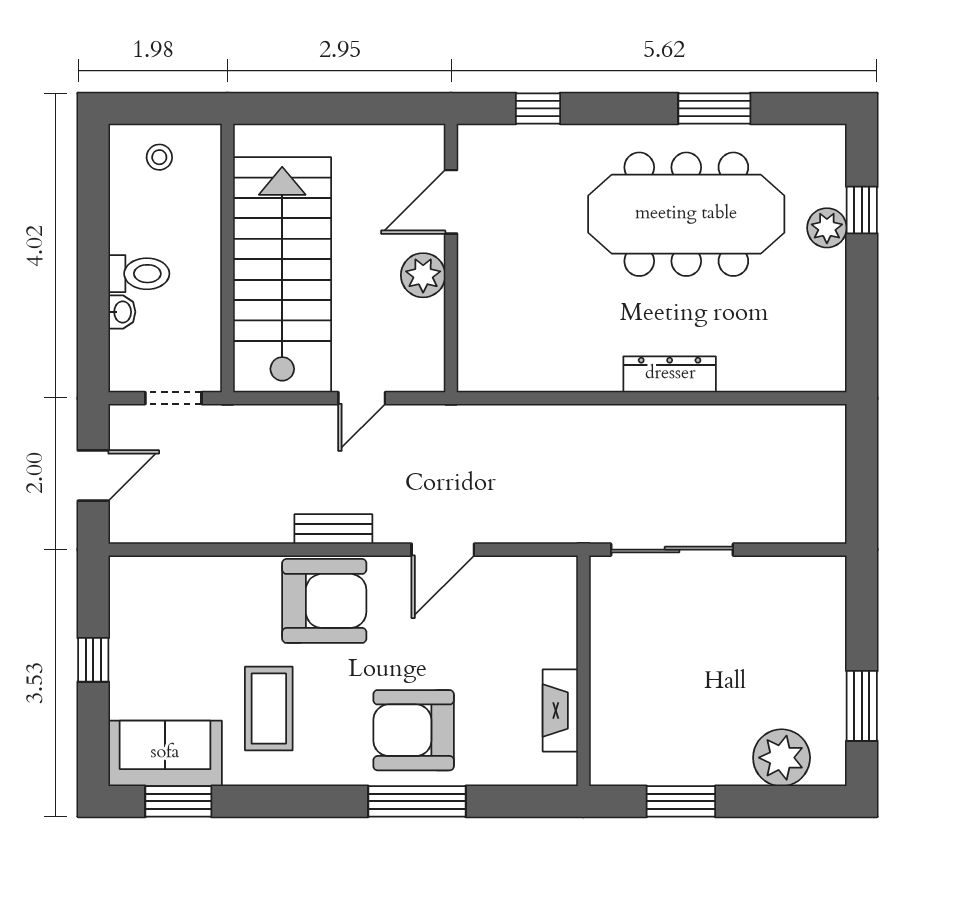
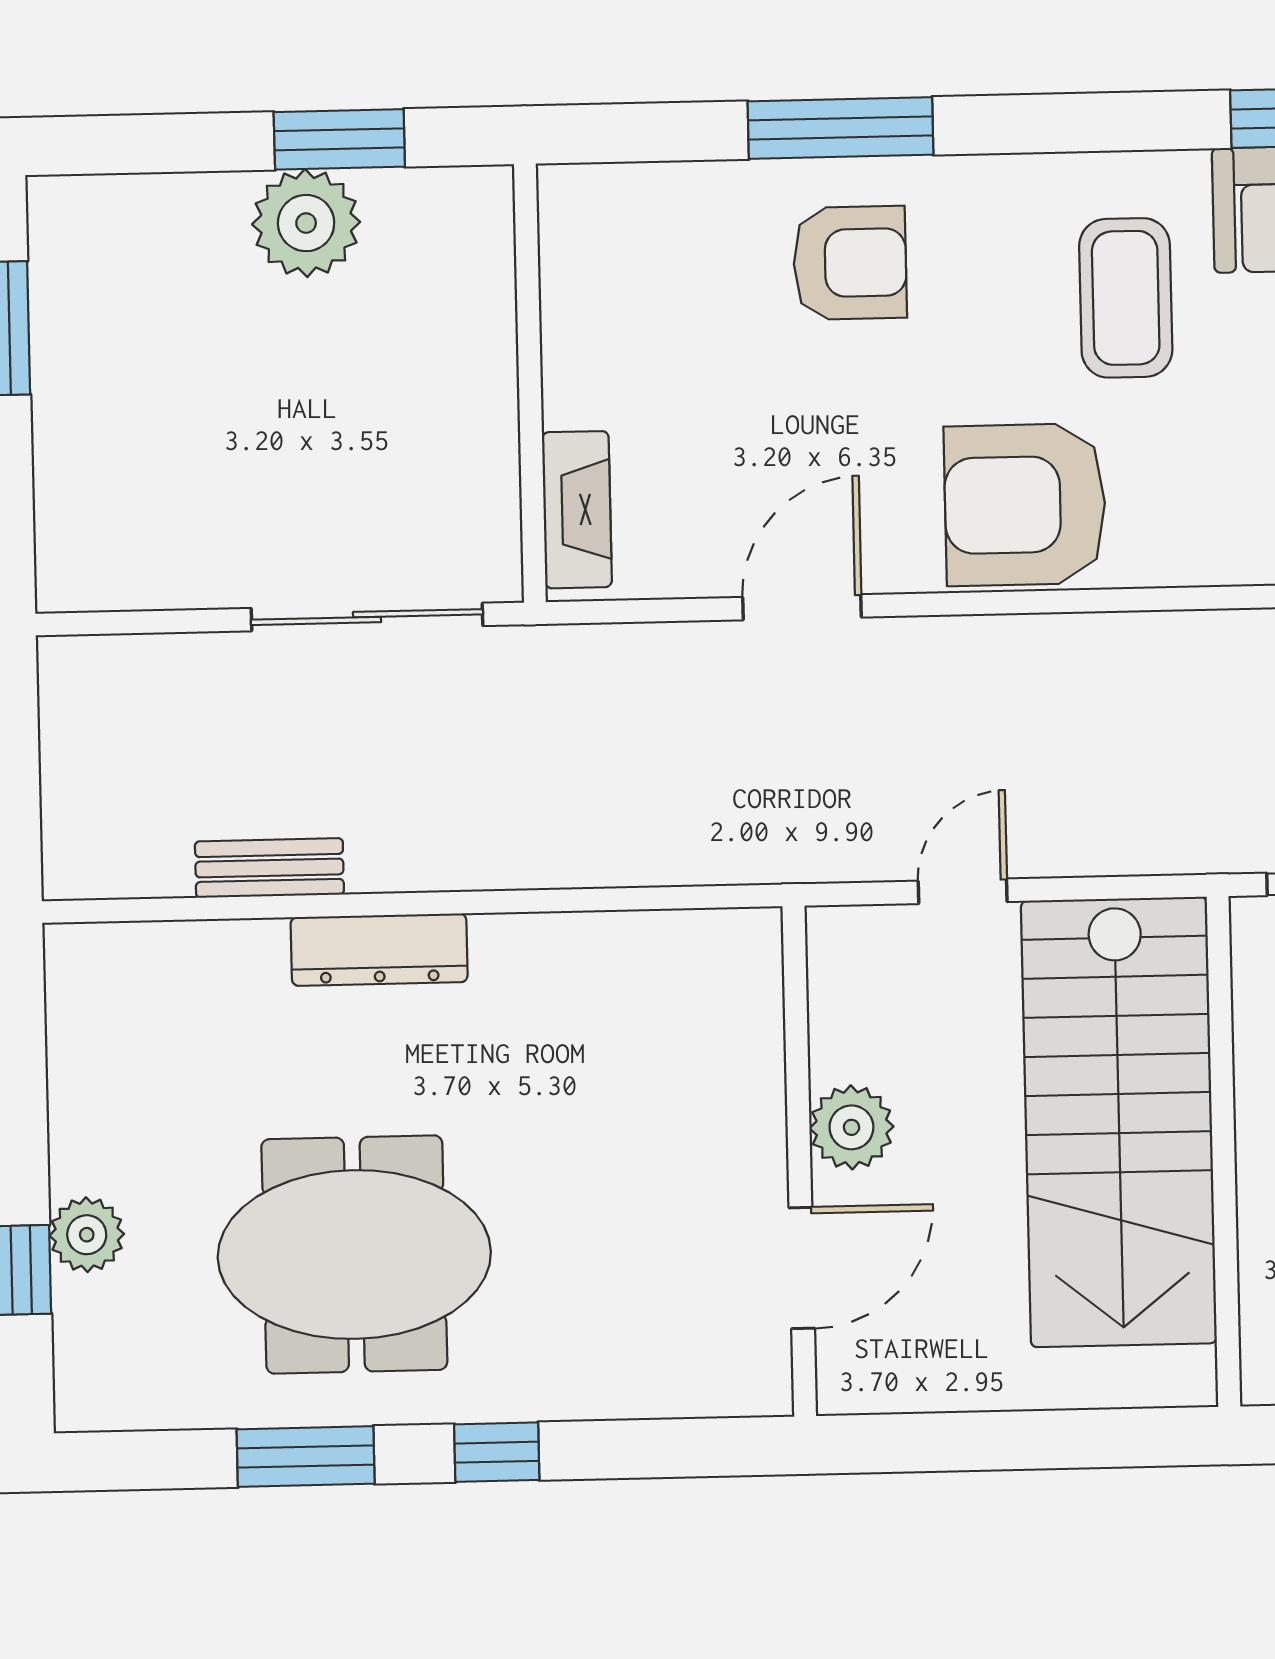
window: (538, 108) -> (497, 1452), moved
meeting table: (686, 214) -> (354, 1254), width x0.73
bench: (333, 529) -> (269, 868), moved
fireplace: (560, 710) -> (577, 510), moved
armchair: (414, 730) -> (850, 263), width x0.73, depth x0.73
plant: (782, 758) -> (306, 223), moved

